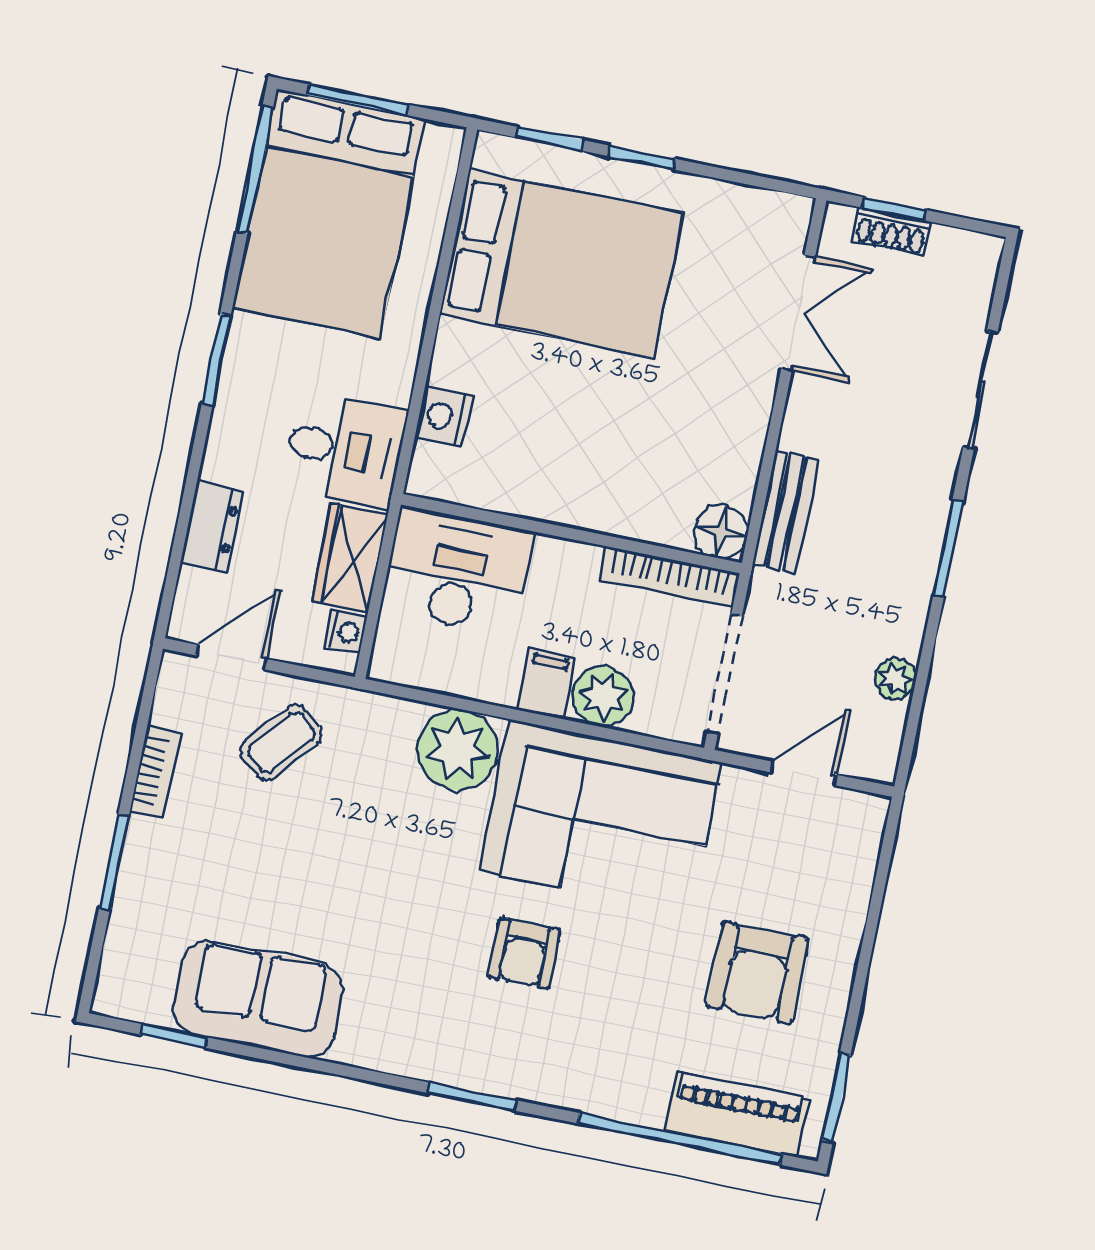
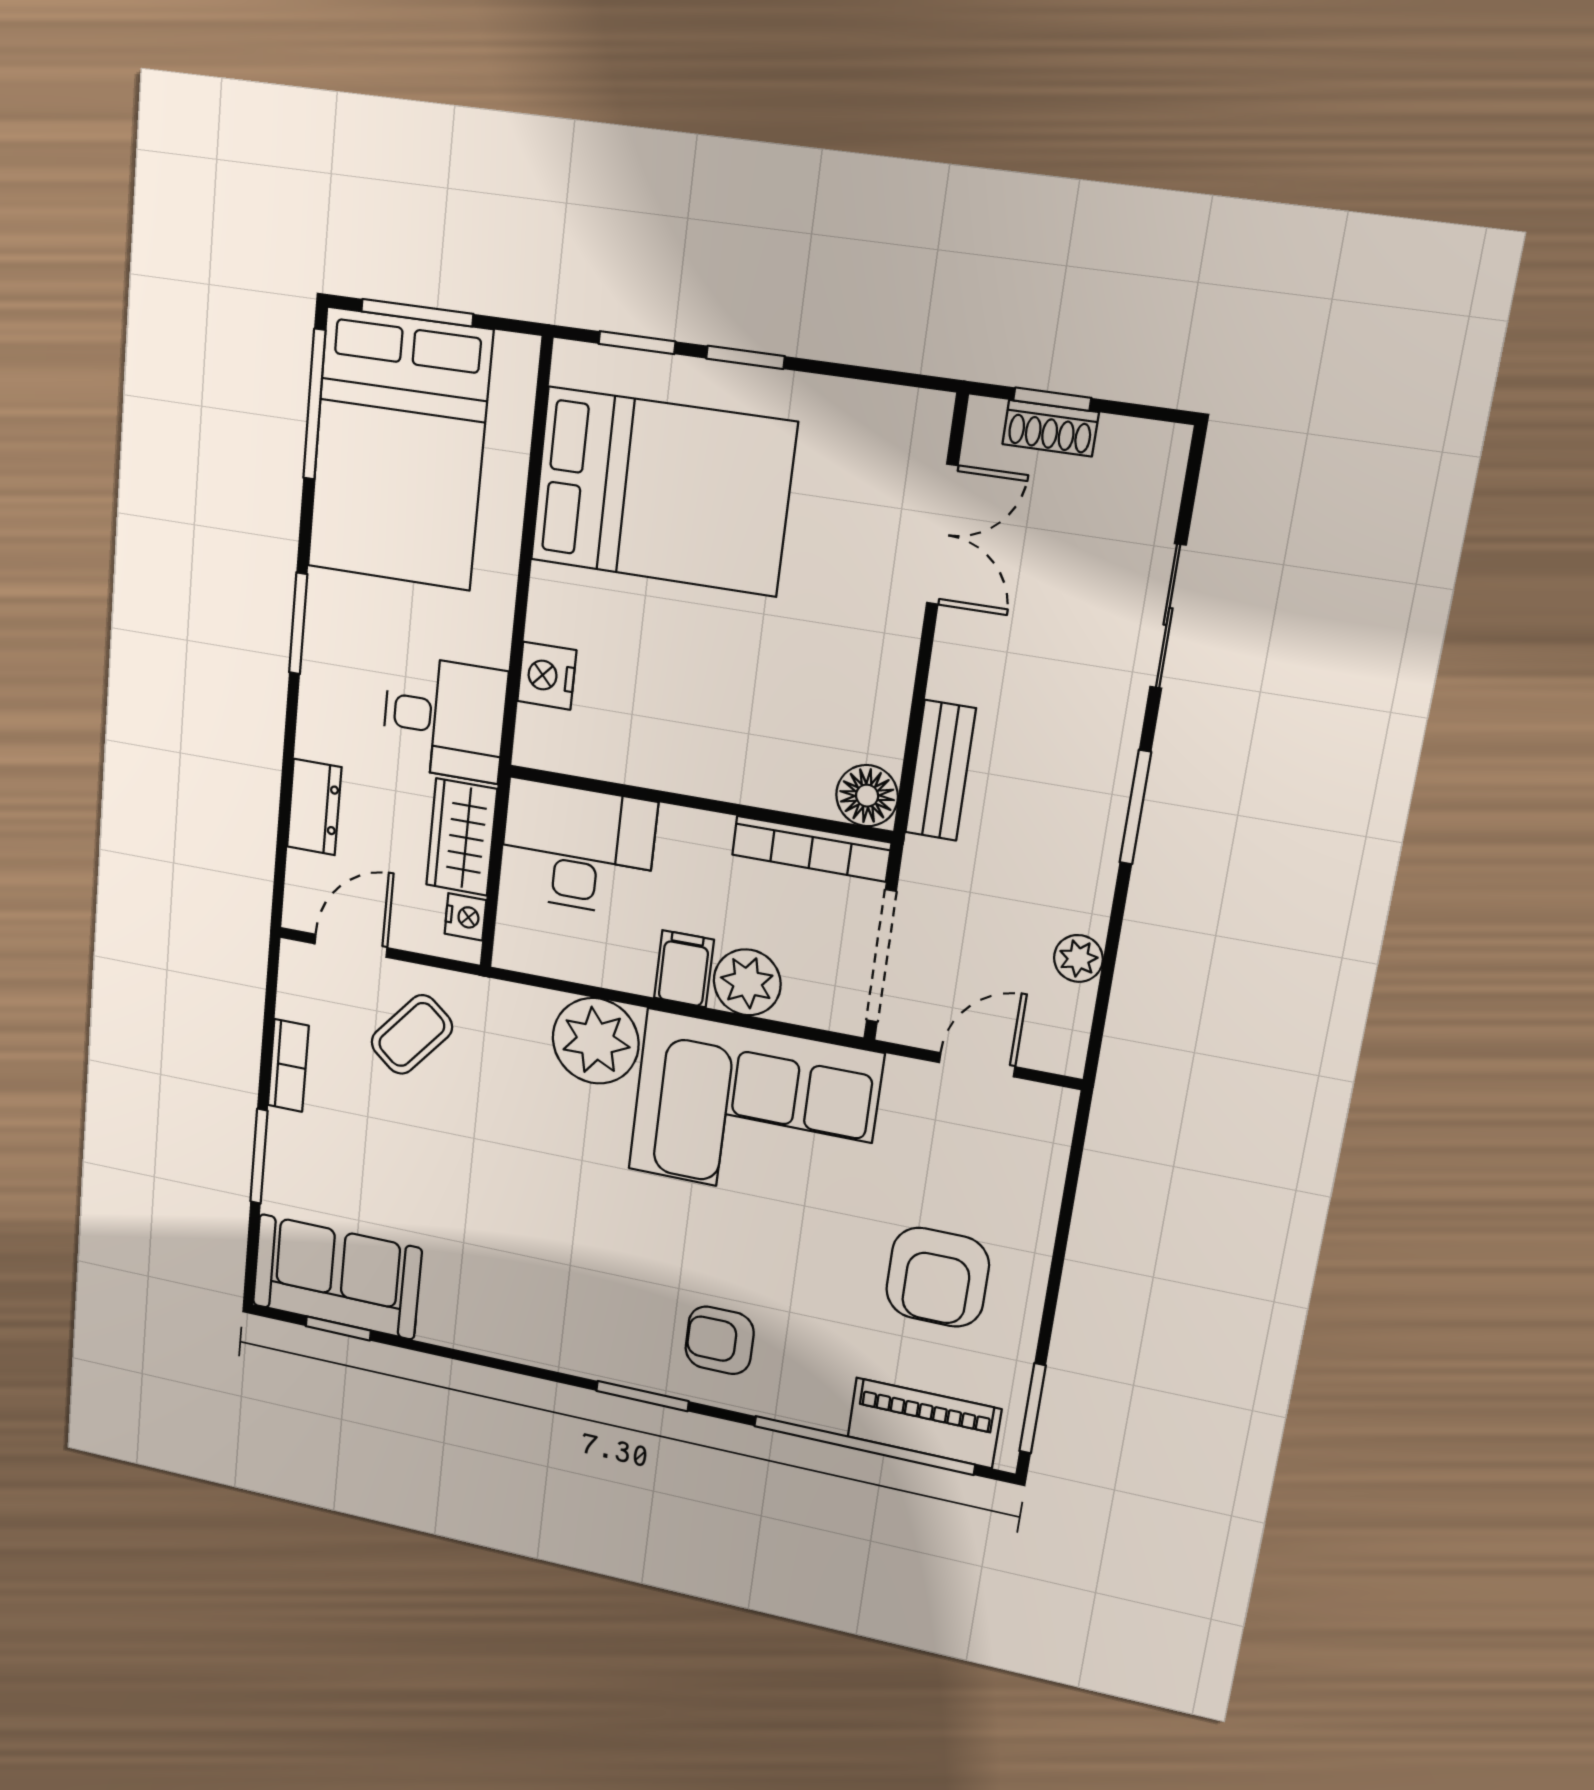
armchair: (524, 953) -> (720, 1340), moved, turned 90
sofa: (258, 999) -> (337, 1277), moved

